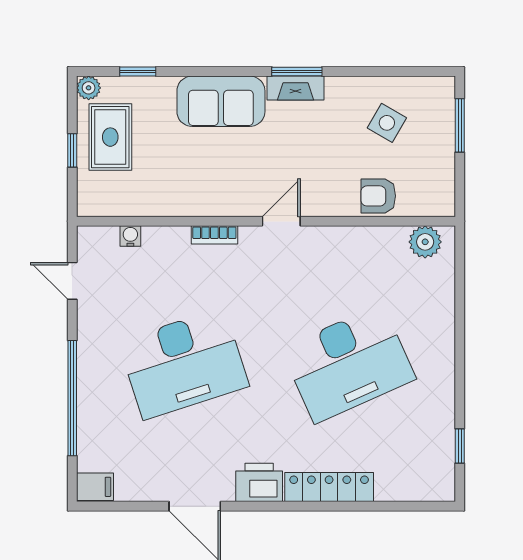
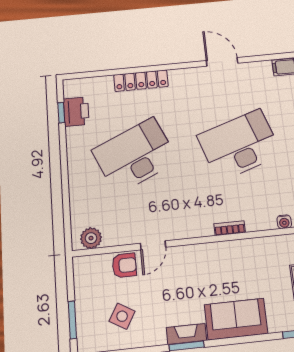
door: (281, 221) -> (153, 245), moved
printer: (259, 482) -> (76, 112), moved, turned -90

